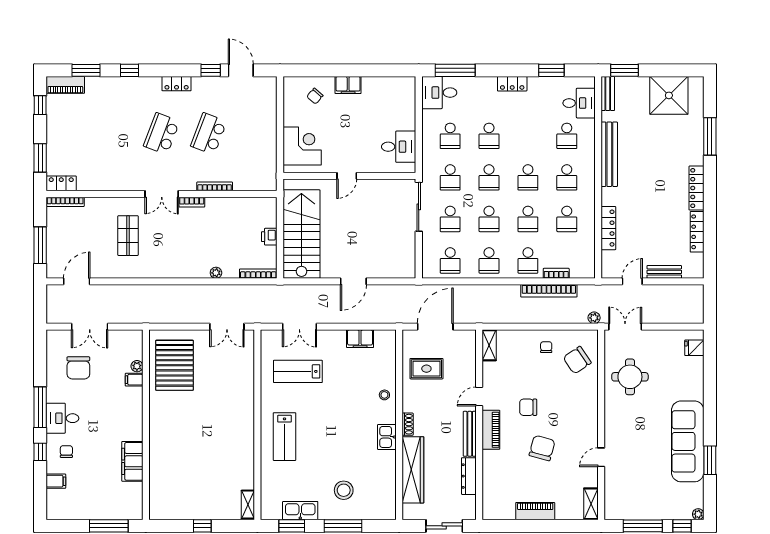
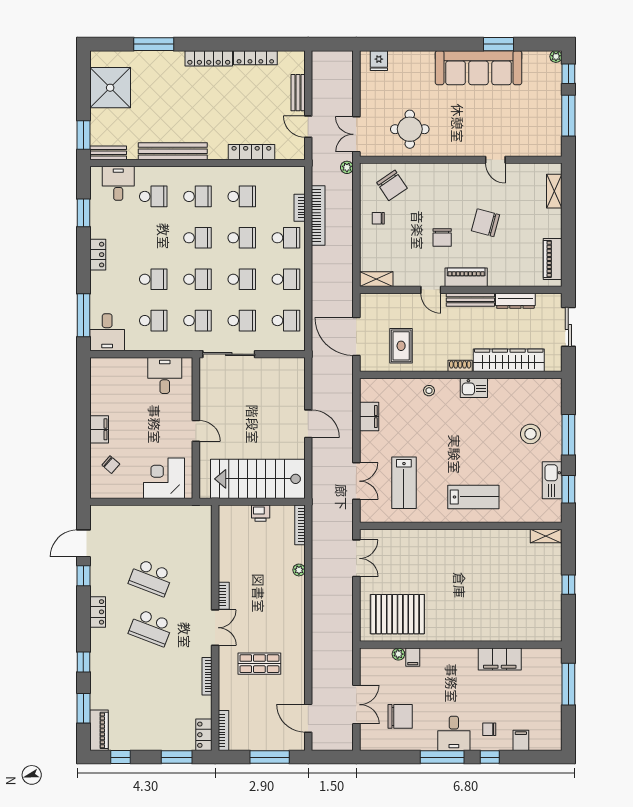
bookcase: (215, 186) -> (207, 676), moved
shelving: (591, 504) -> (554, 191), moved, turned 90
piano: (535, 511) -> (553, 259), moved

